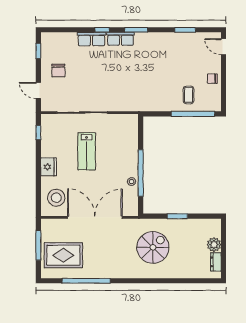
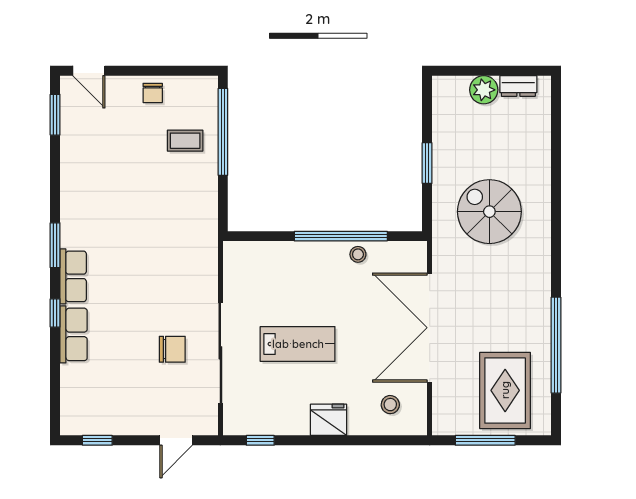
window: (185, 30) -> (55, 115), moved
door: (224, 47) -> (89, 71), hinge flipped
chair: (58, 70) -> (172, 349), moved
stool: (56, 198) -> (390, 405), width x0.53, depth x0.53

